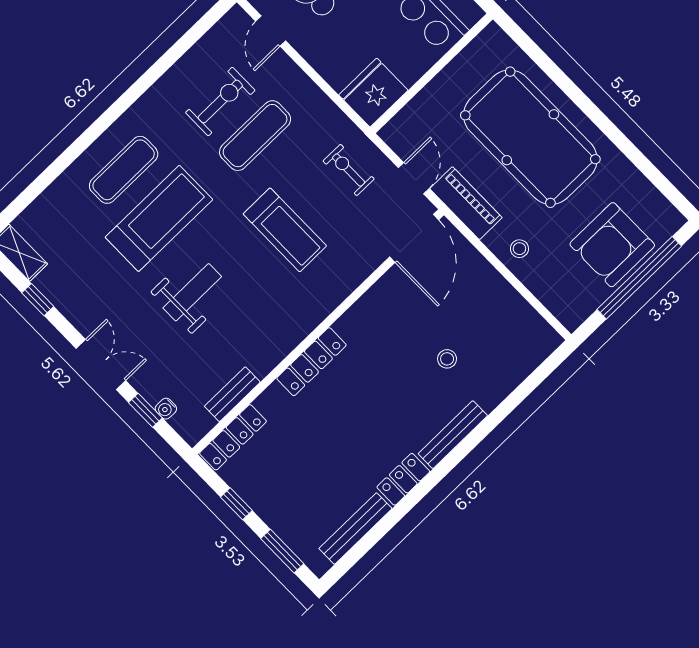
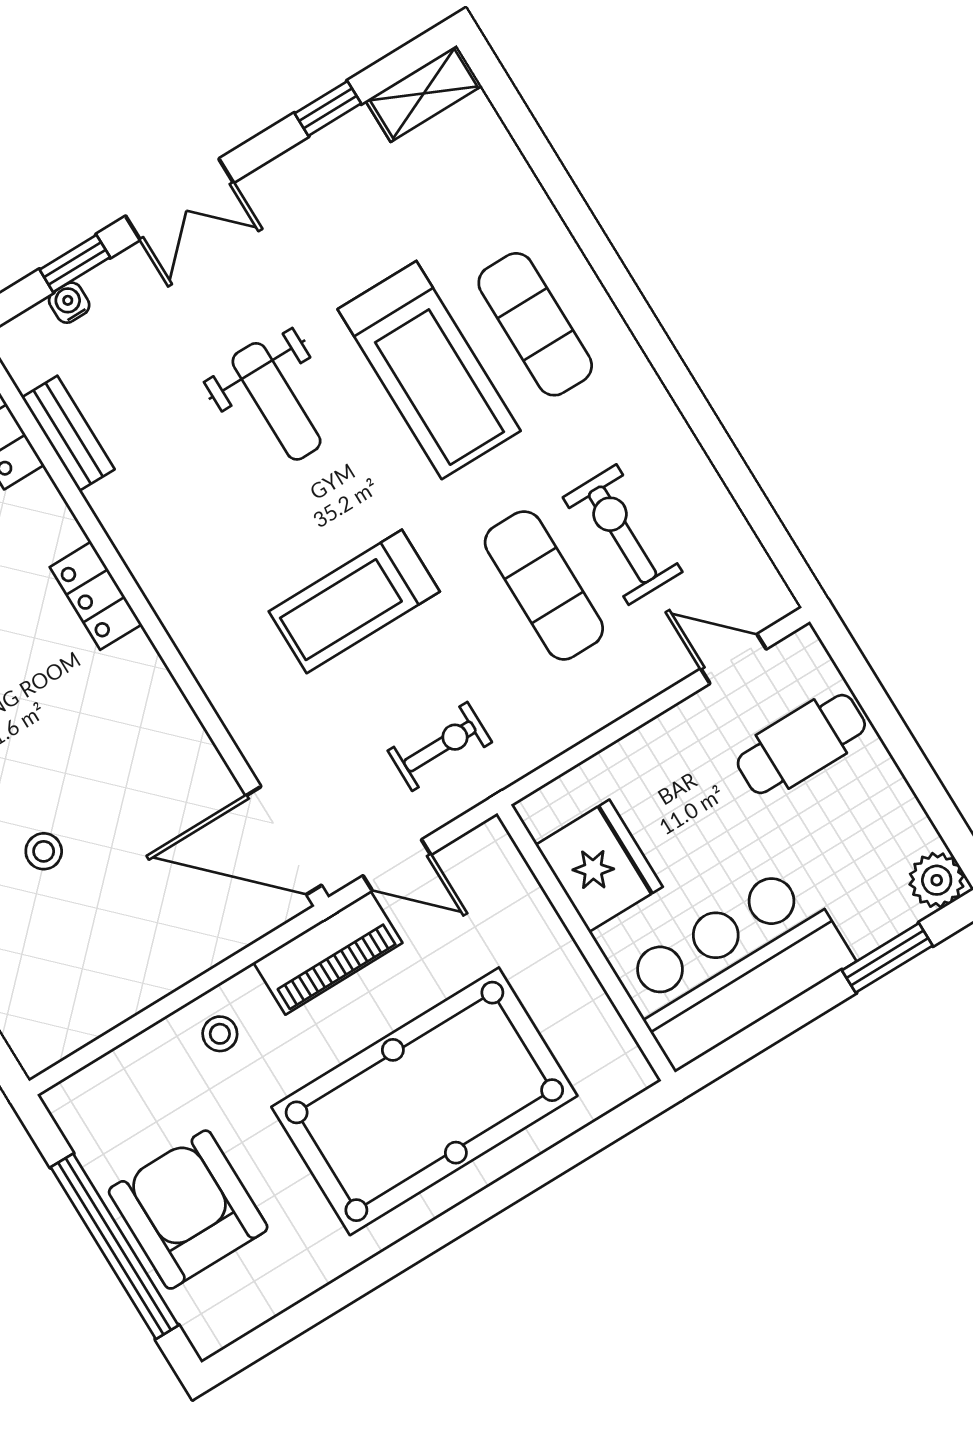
fridge: (373, 93) -> (599, 866), moved
exercise bike: (220, 101) -> (623, 535), turned 180
locker: (311, 362) -> (96, 596), width x0.66

